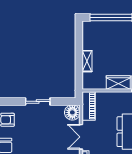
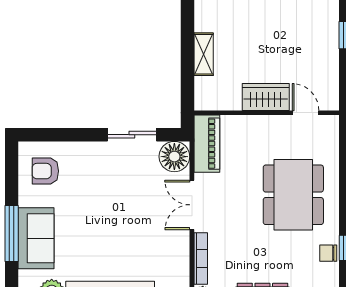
sliding door: (38, 101) -> (132, 135), moved

